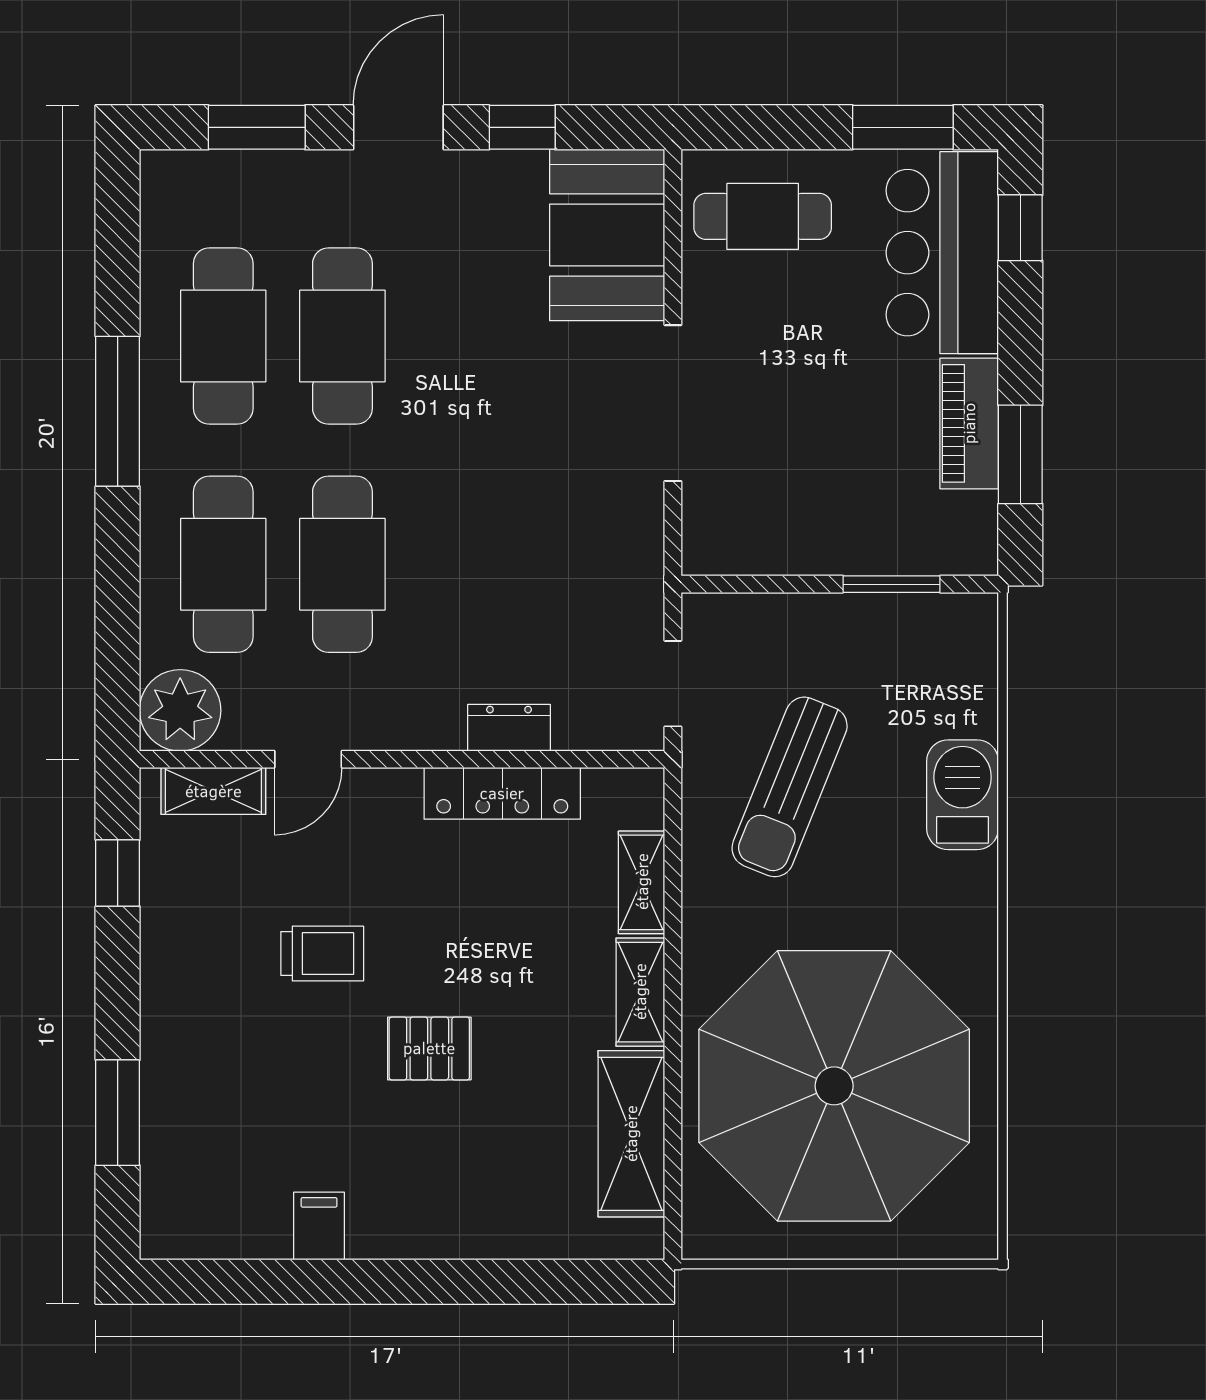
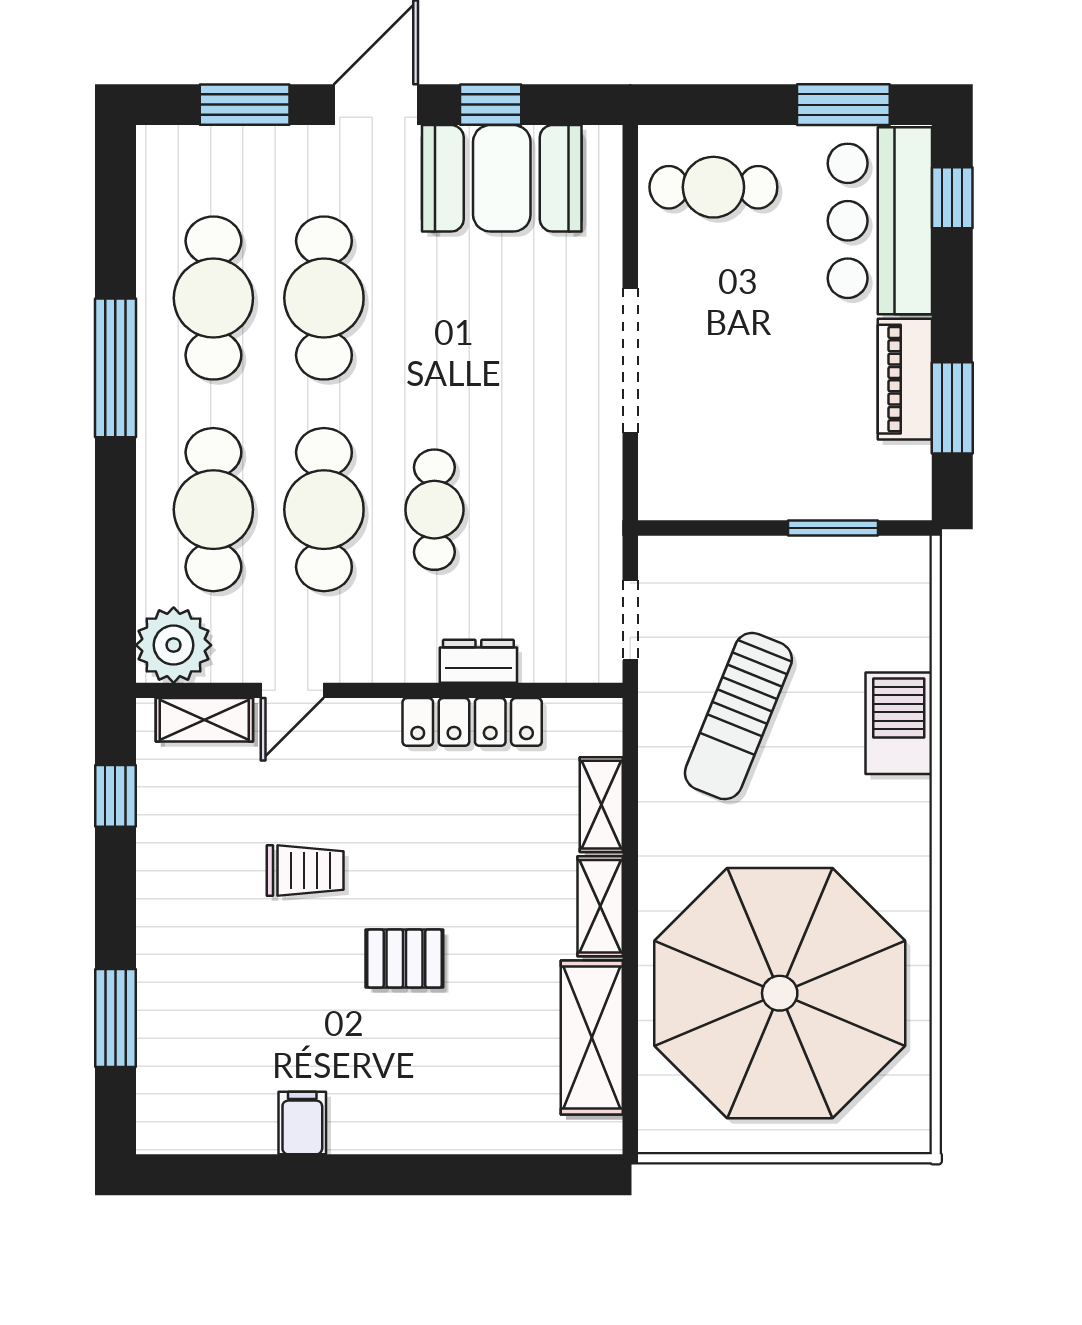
booth: (607, 235) -> (502, 178), moved, turned 90
cafe table: (462, 564) -> (434, 510), added

